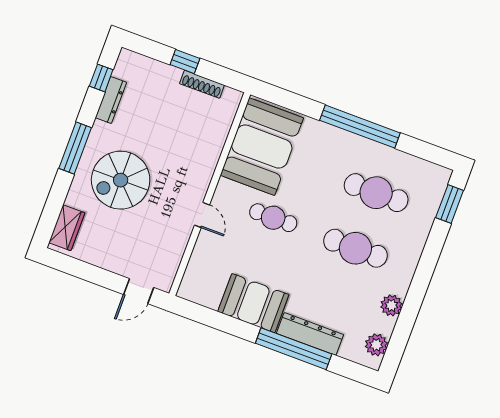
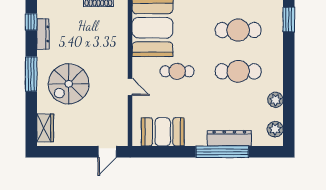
booth: (253, 303) -> (163, 132), moved

